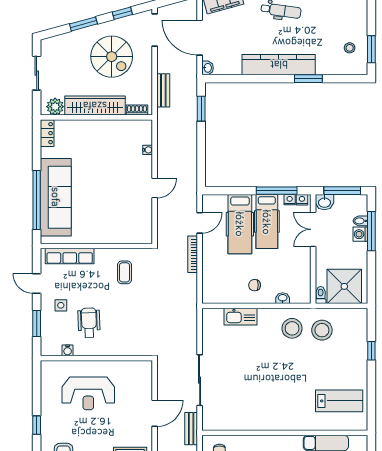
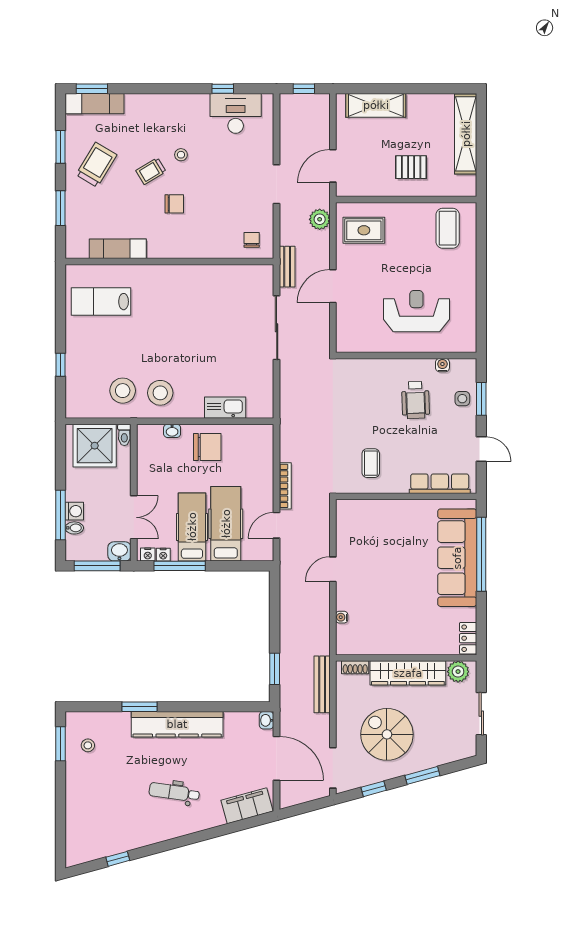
bench: (163, 90) -> (322, 684), width x1.36
chair: (255, 285) -> (207, 447), width x1.87, depth x1.87
side table: (61, 305) -> (462, 399), moved
window: (37, 425) -> (481, 271), removed

